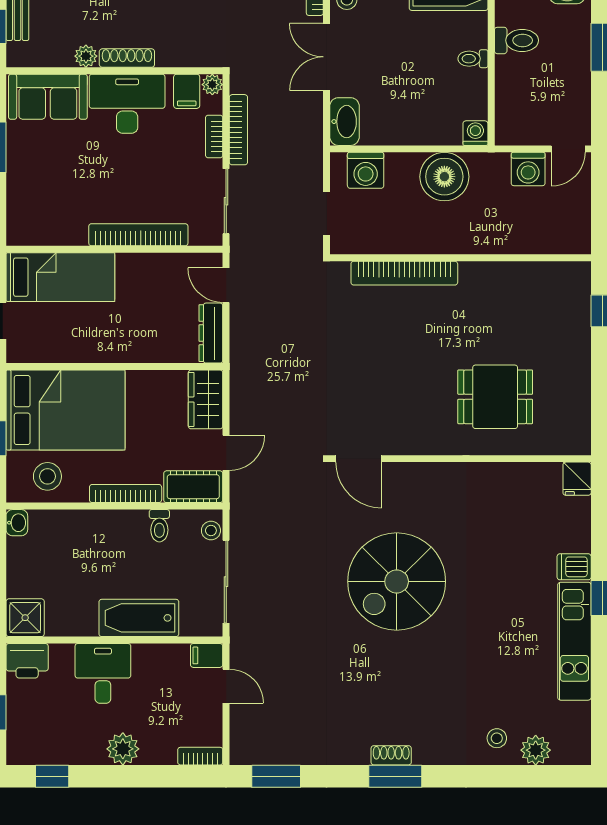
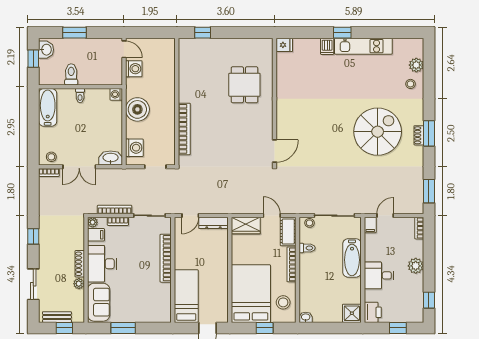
spiral stairs: (397, 581) -> (378, 132), moved, turned -90

